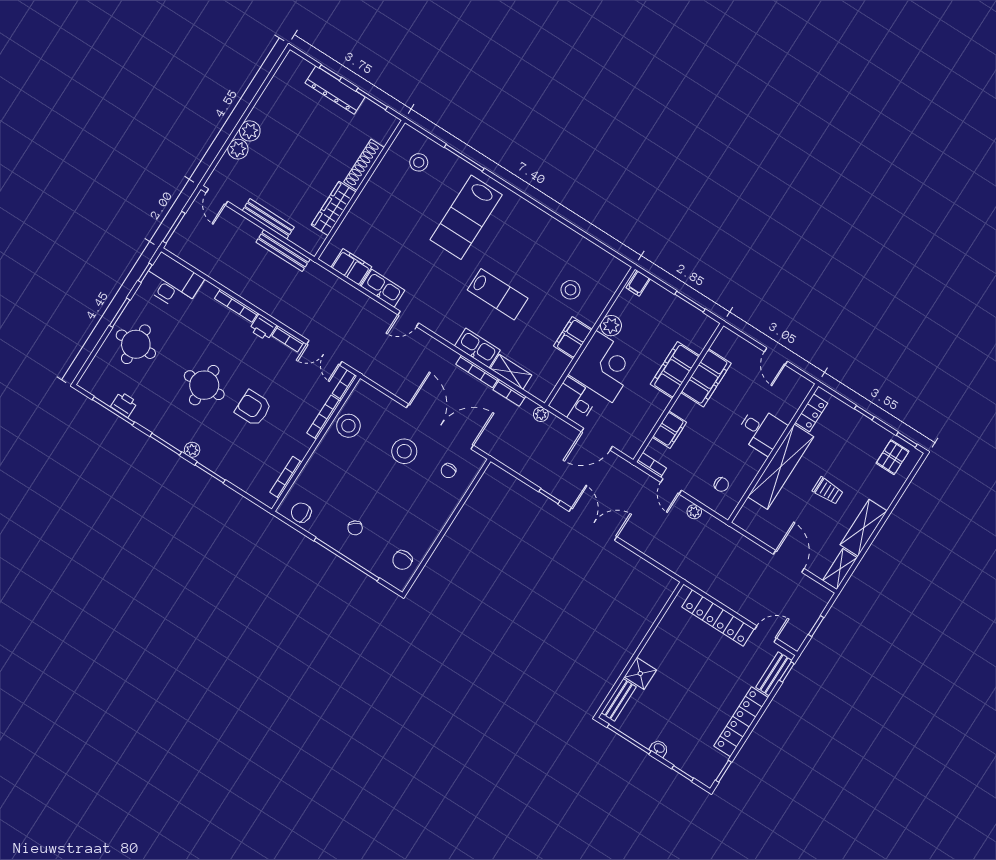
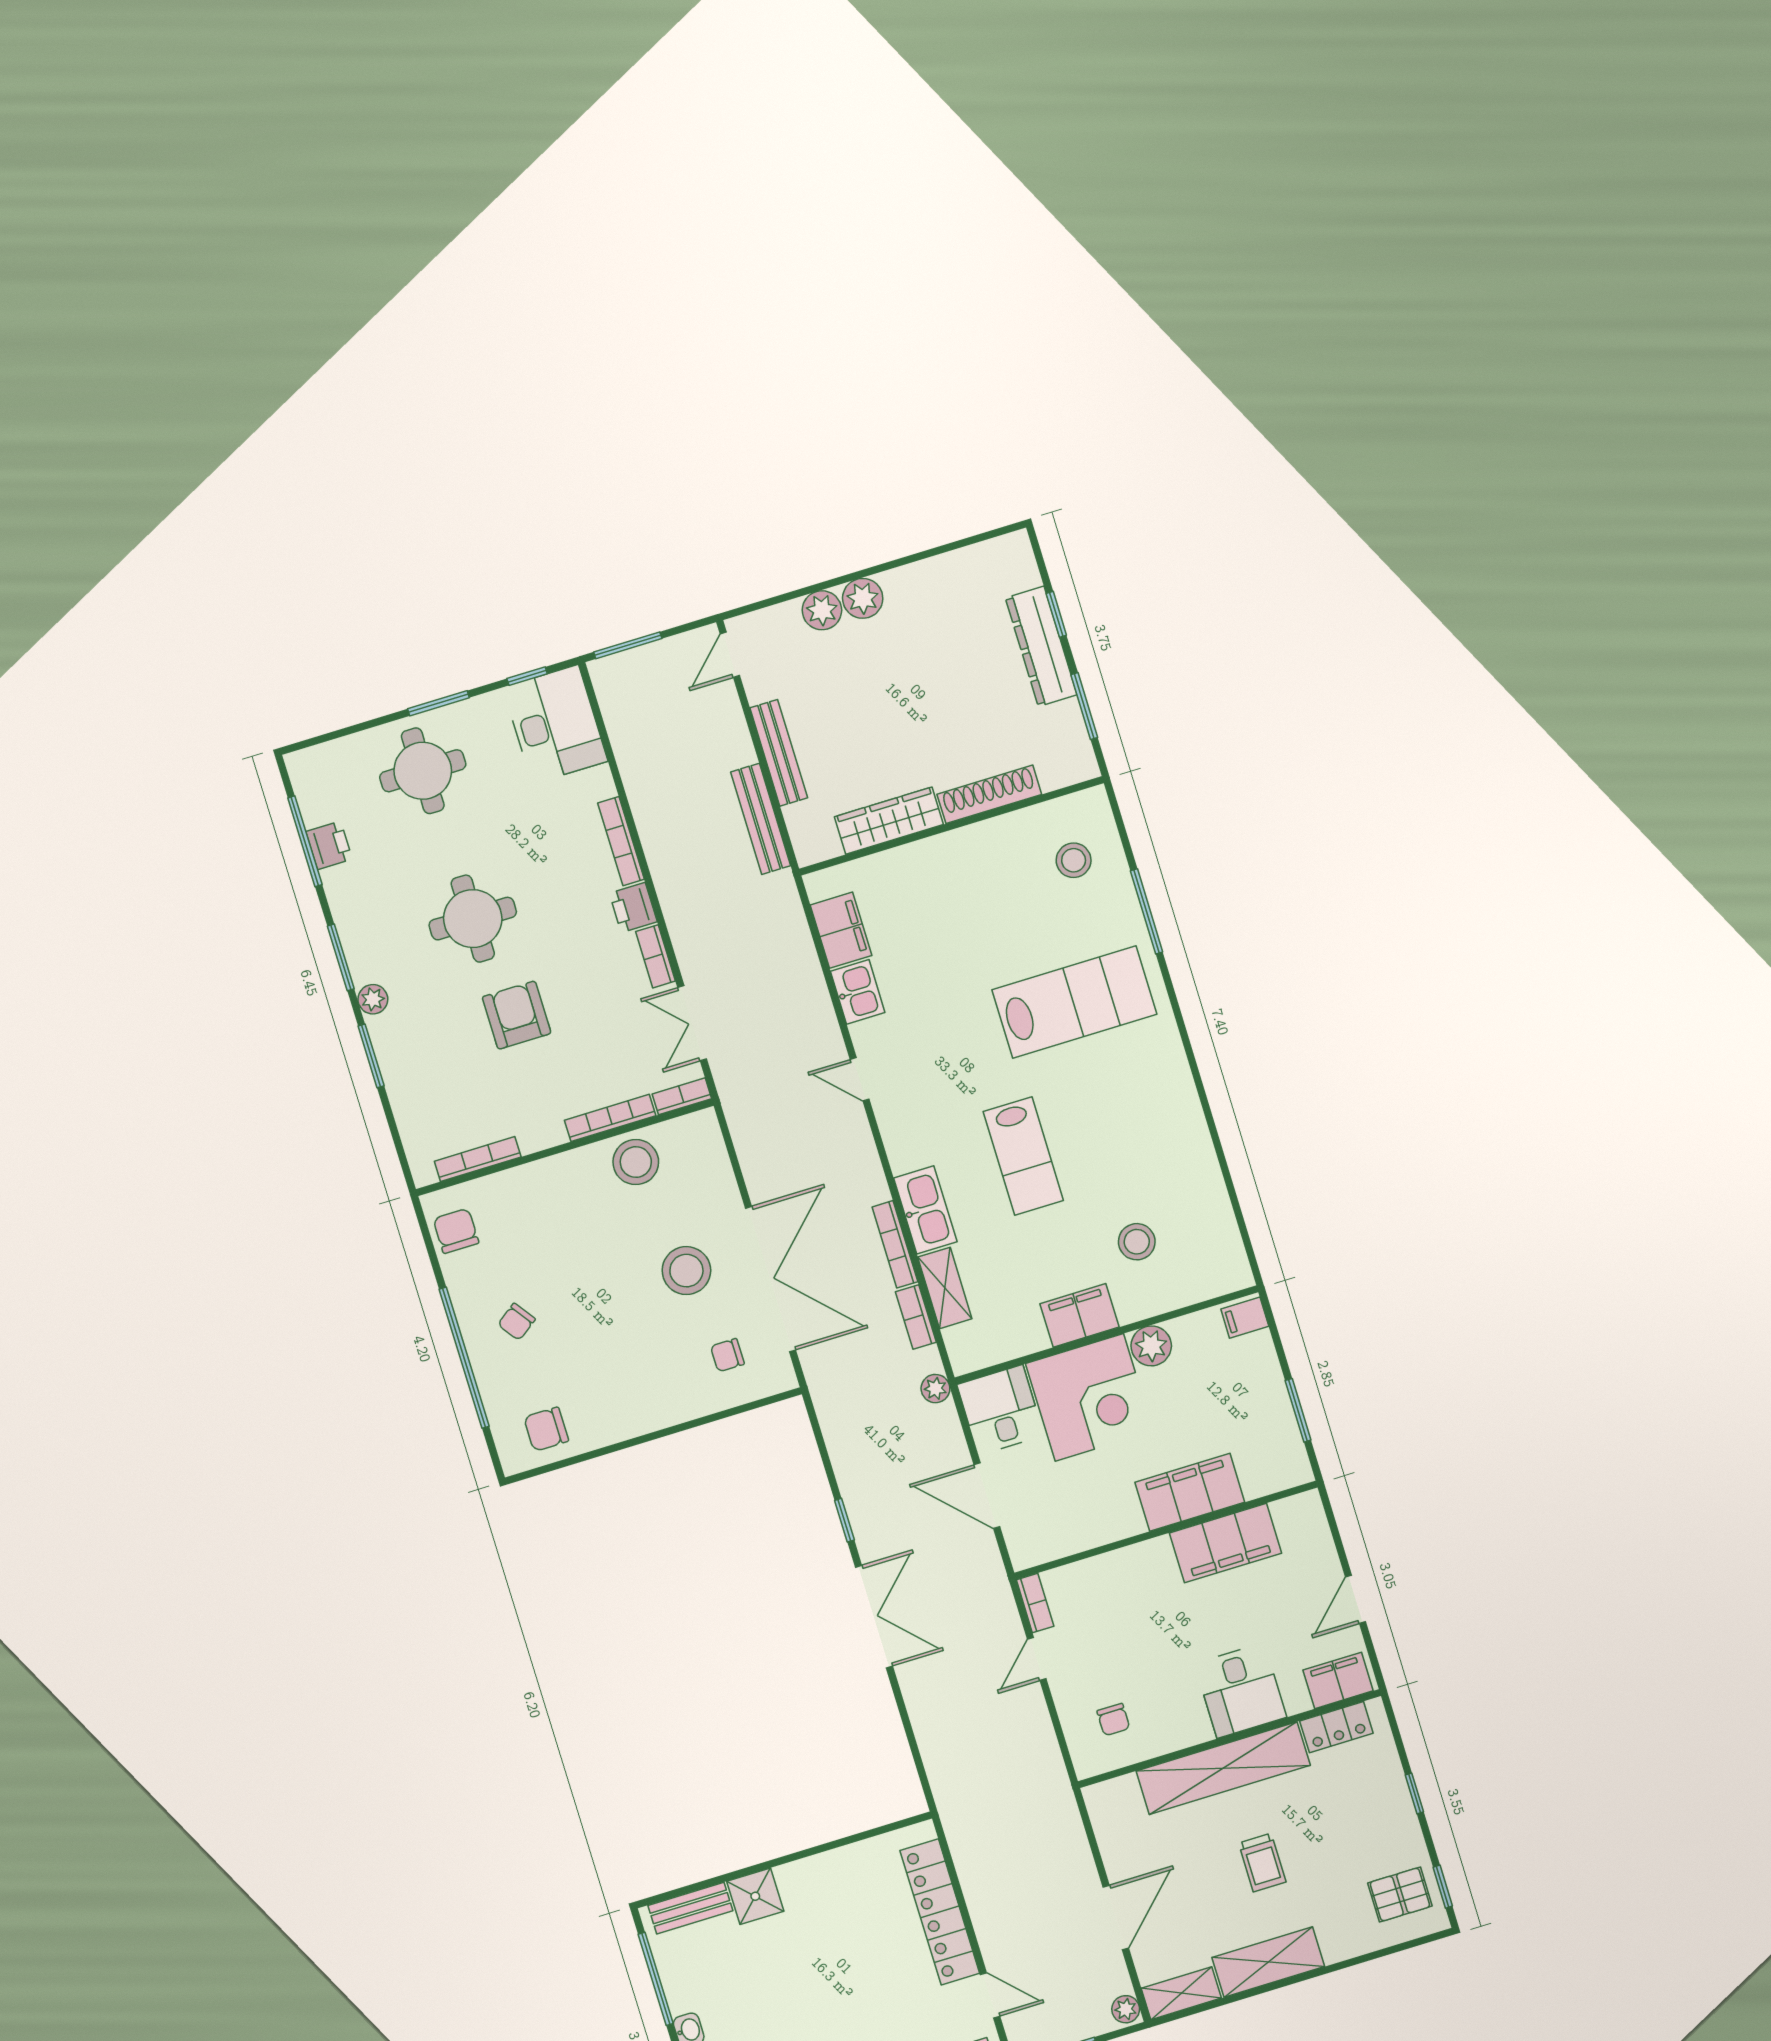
lab bench: (466, 217) -> (1074, 1002), turned 180
kitchen sink: (383, 288) -> (858, 992), width x0.73
filing cabinet: (669, 430) -> (1338, 1680), moved, turned 180
plant: (694, 512) -> (1126, 2009), moved

